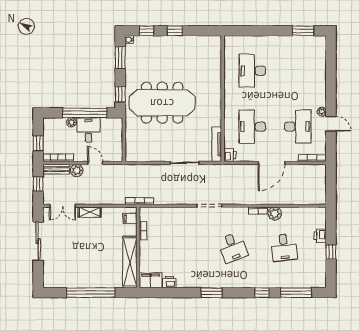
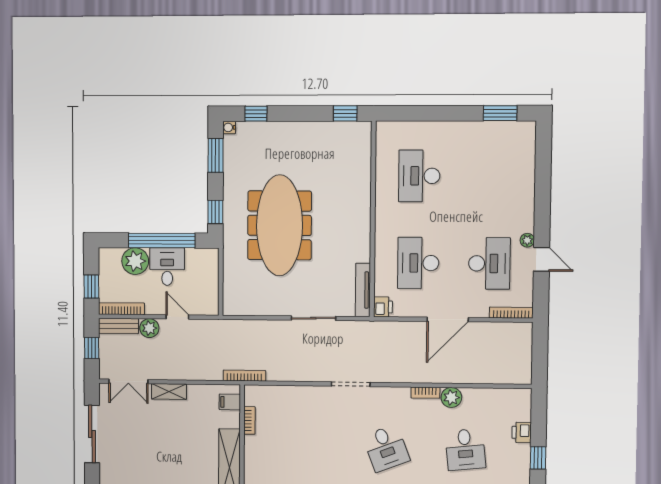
window: (175, 31) -> (345, 113), moved
meeting table: (162, 103) -> (280, 225), turned 90
plant: (71, 122) -> (135, 261), width x1.88, depth x1.88

